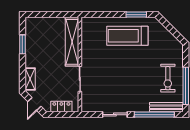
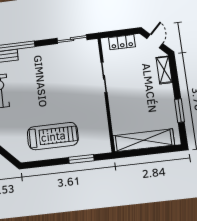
window: (136, 15) -> (81, 159), moved
shelving: (72, 42) -> (144, 140), moved, turned 90
sliding door: (115, 115) -> (72, 39), moved

